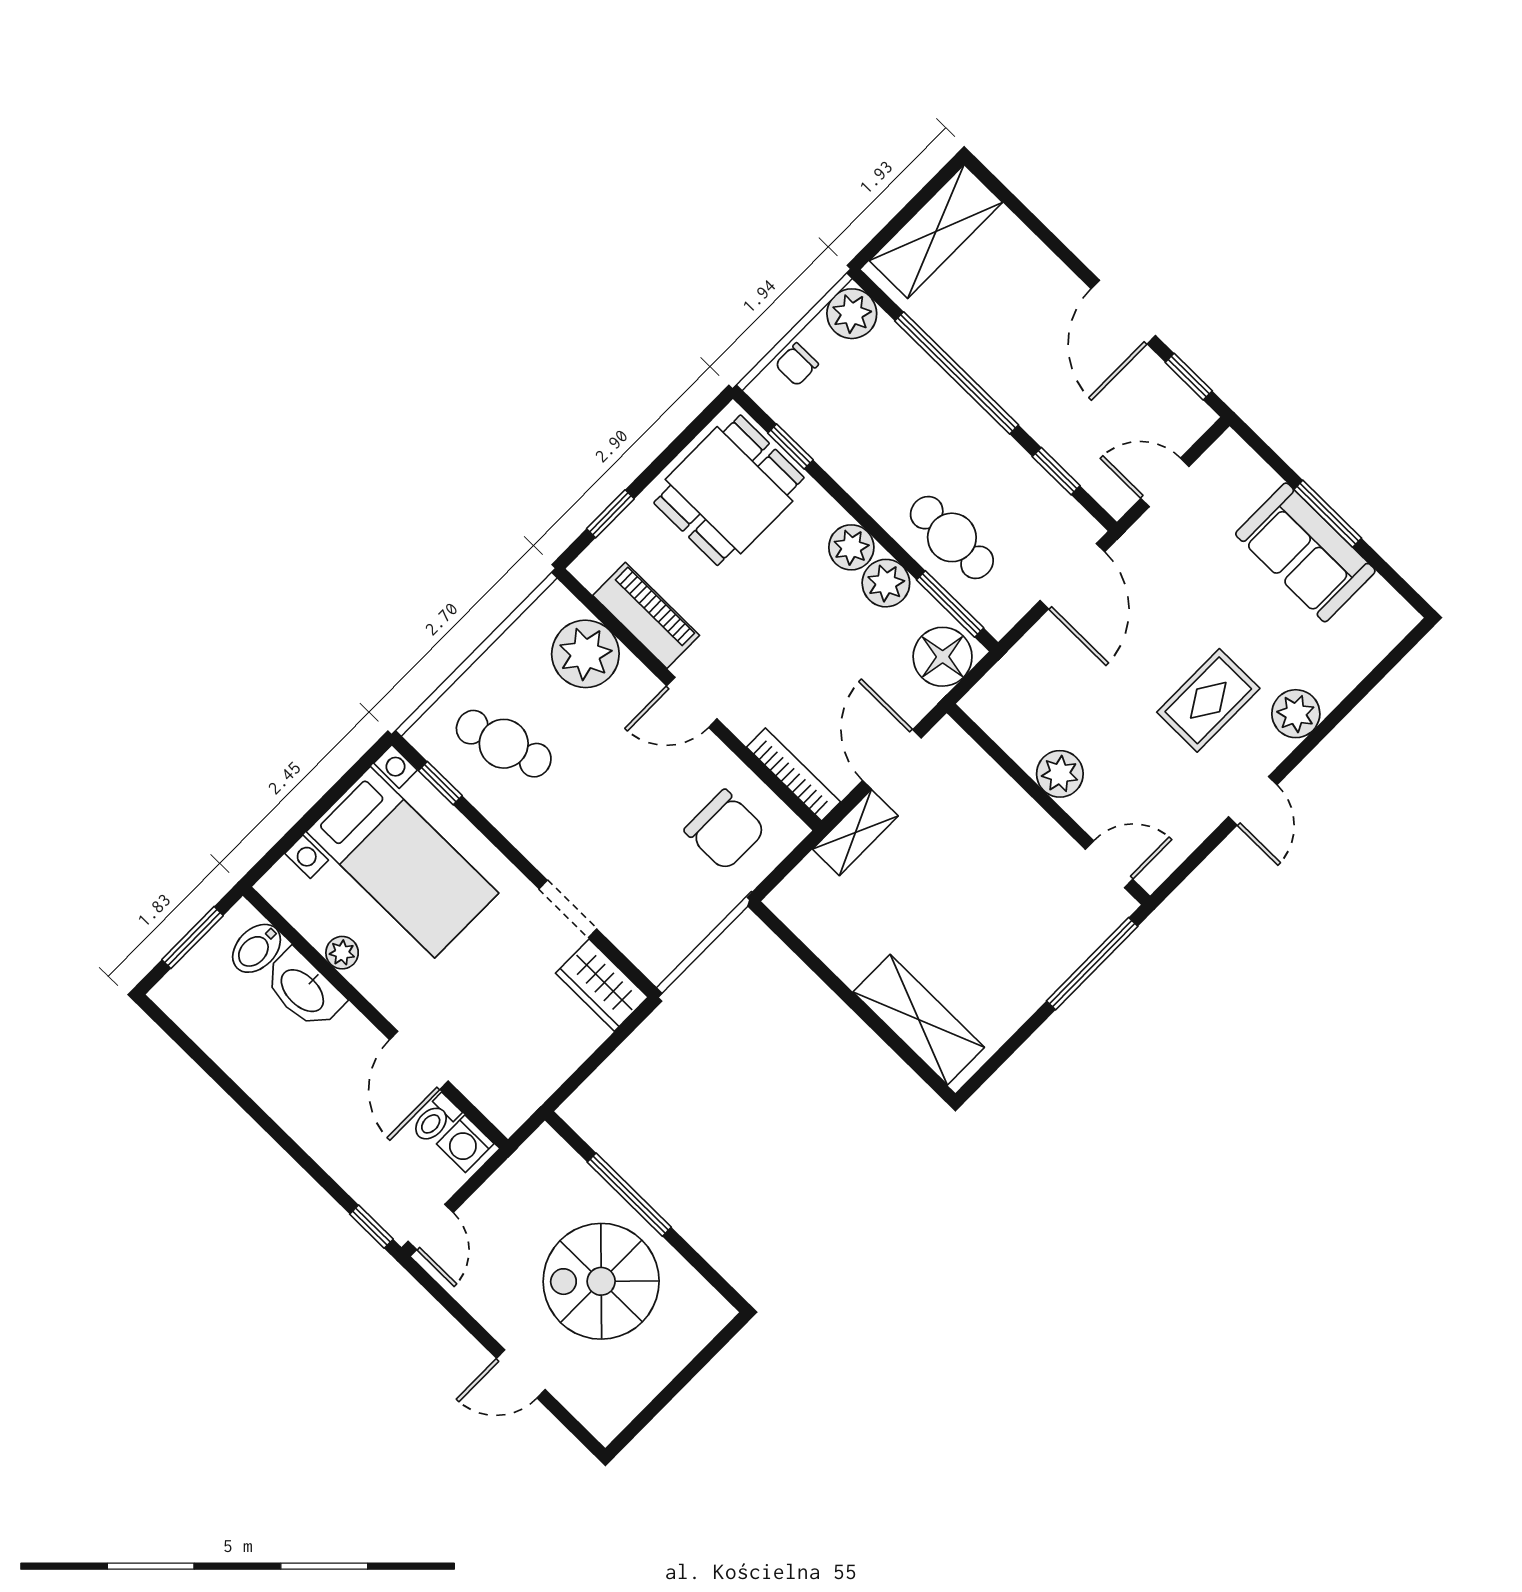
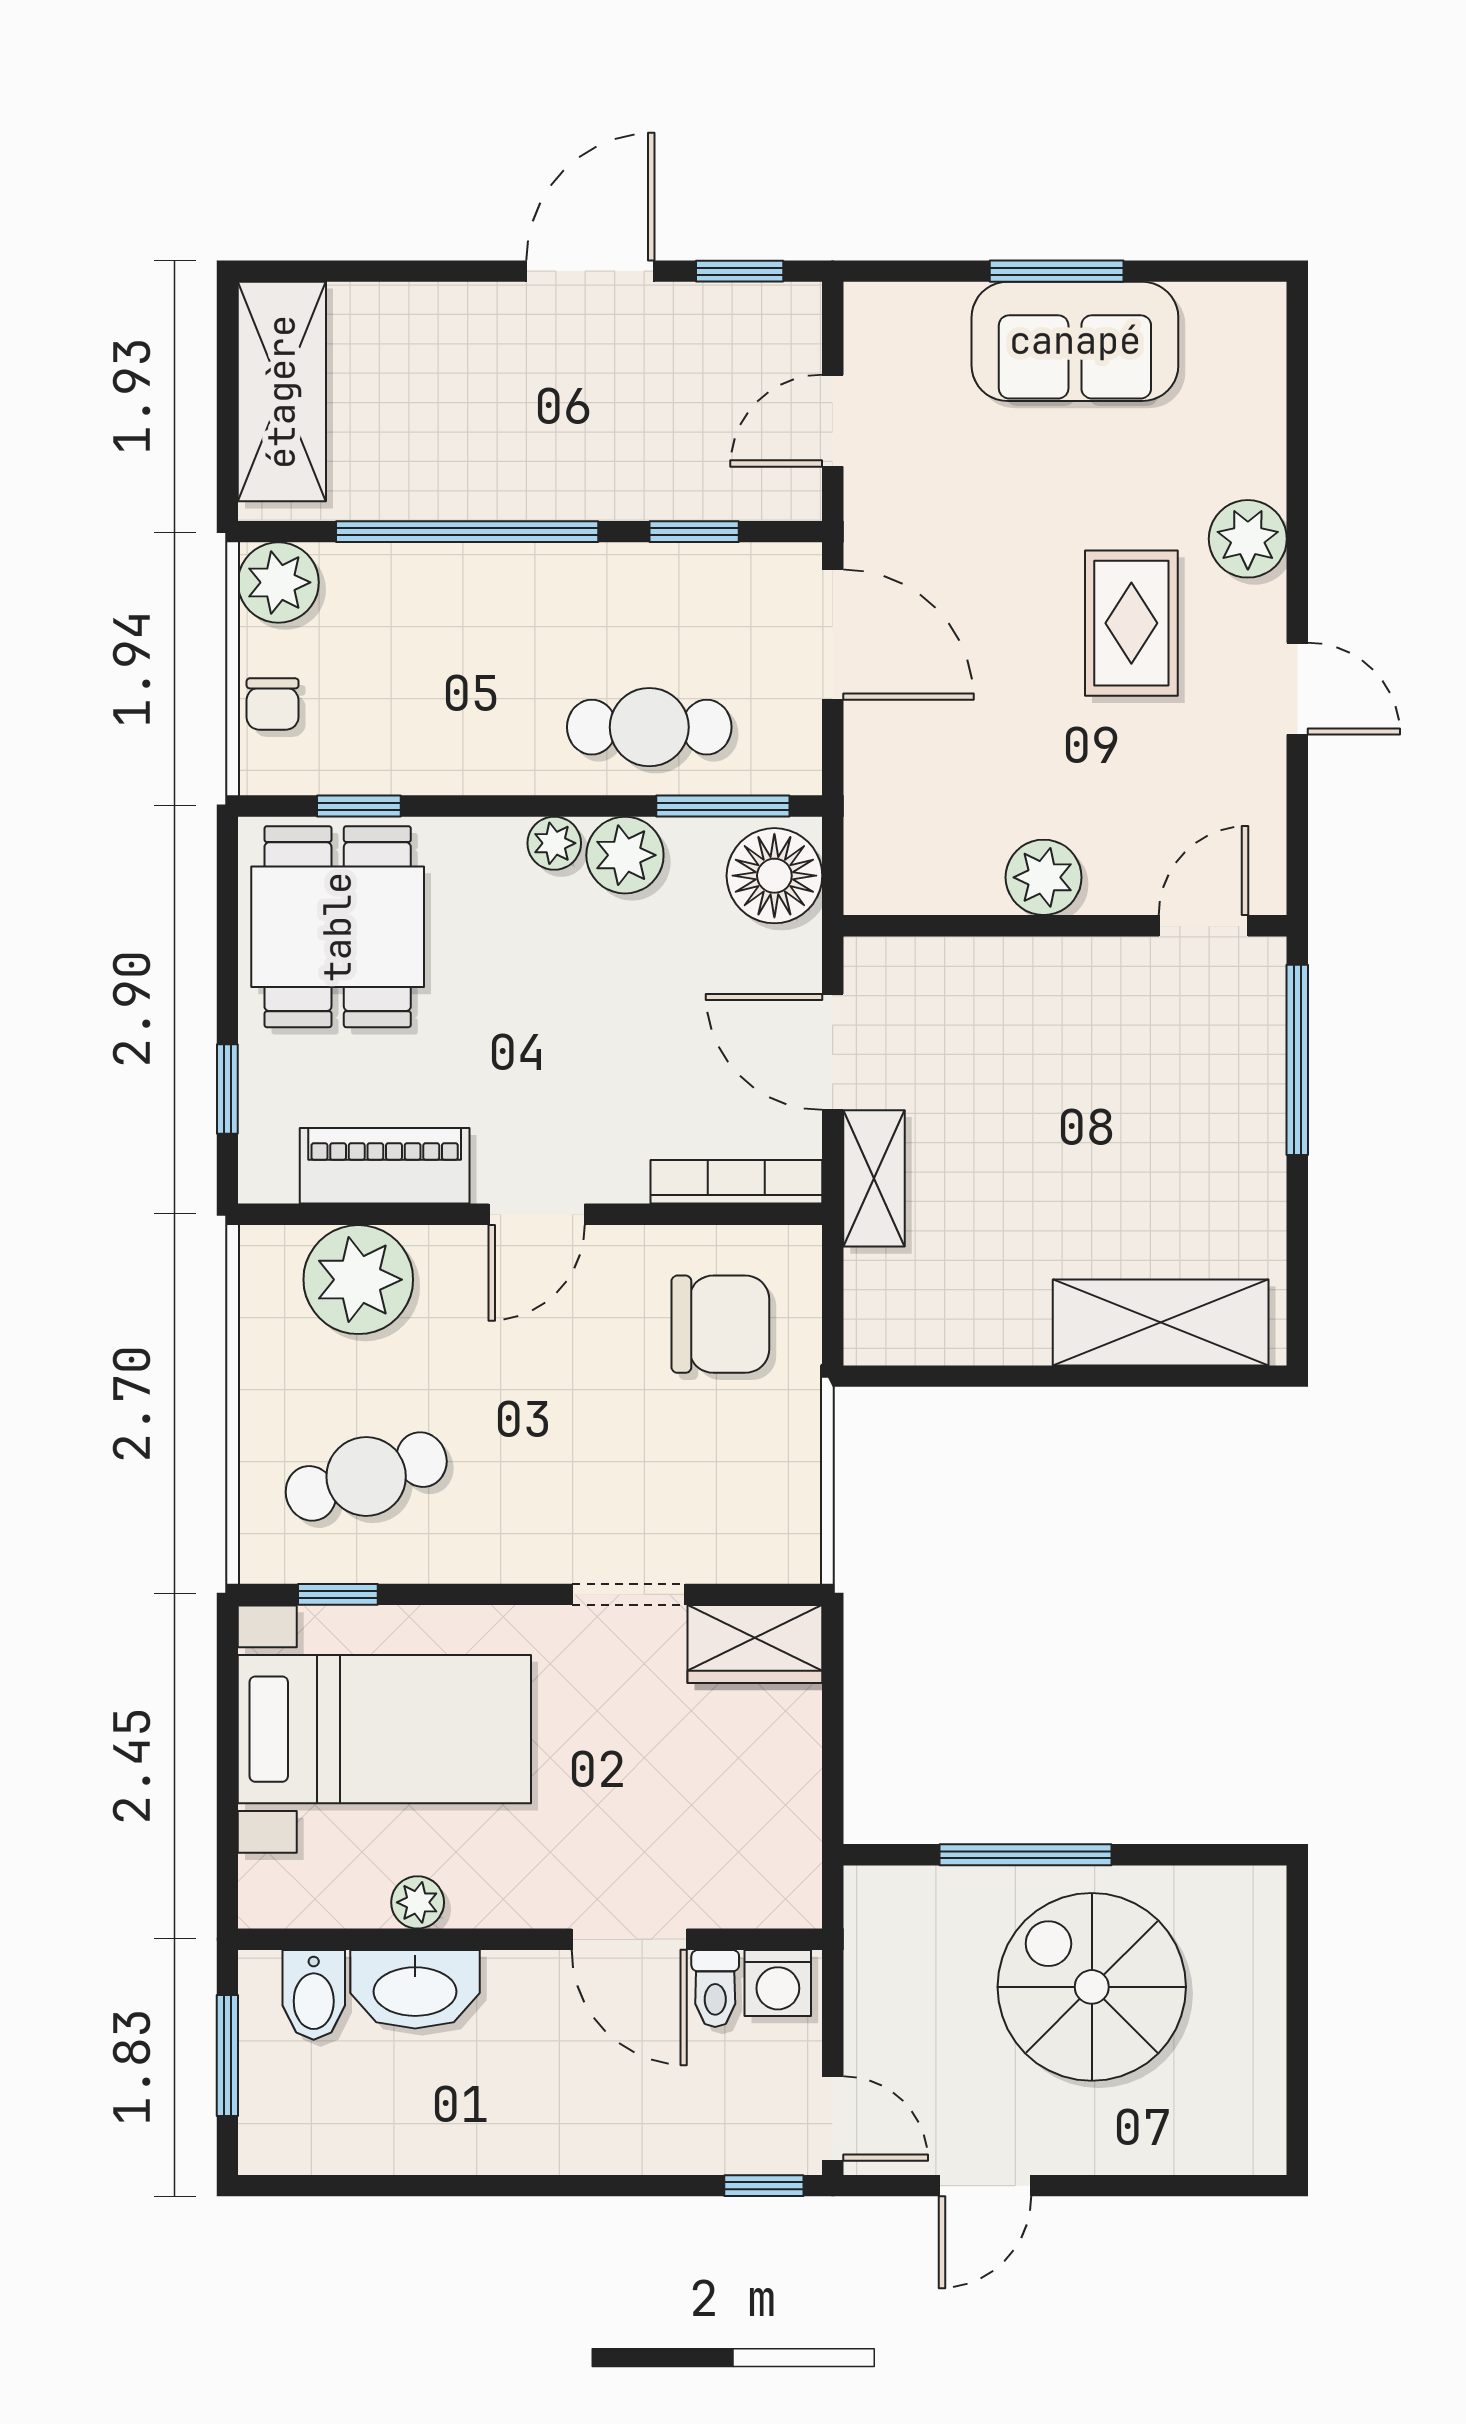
door: (1123, 312) -> (590, 271), swing flipped
plant: (851, 547) -> (554, 843), width x0.73, depth x0.73
spiral stairs: (601, 1281) -> (1092, 1987), turned 90
door: (521, 1374) -> (985, 2186), moved

